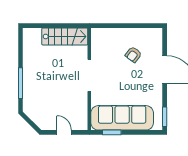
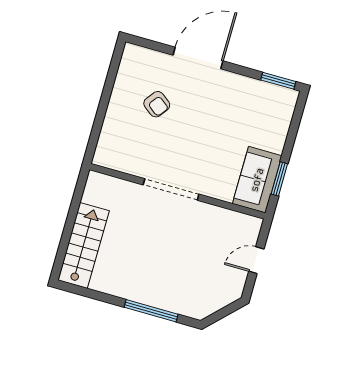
stairs: (65, 36) -> (84, 245), moved
sofa: (122, 118) -> (257, 180), width x0.54, depth x0.79

